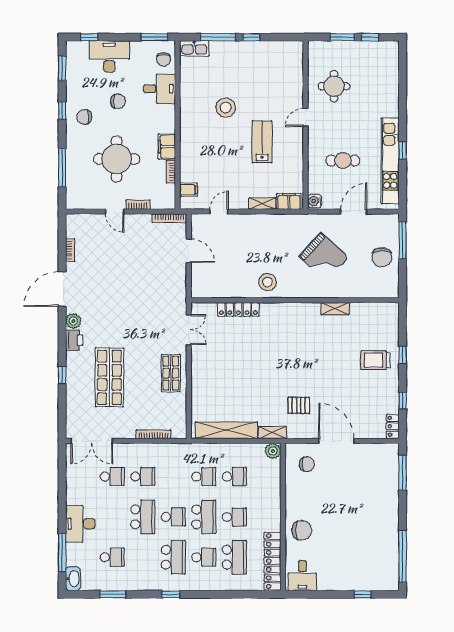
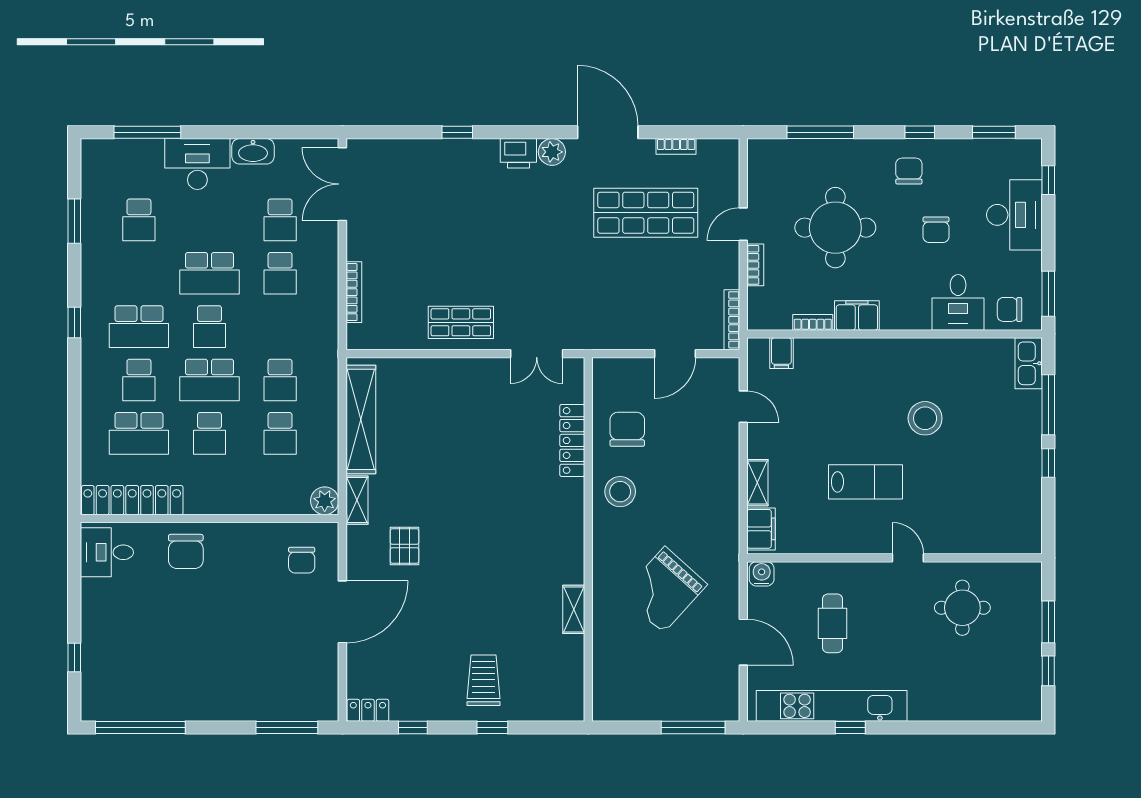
chair: (382, 257) -> (627, 429), moved, turned 90
shop shelf: (109, 377) -> (646, 213), moved
washbasin: (73, 579) -> (253, 151), moved

